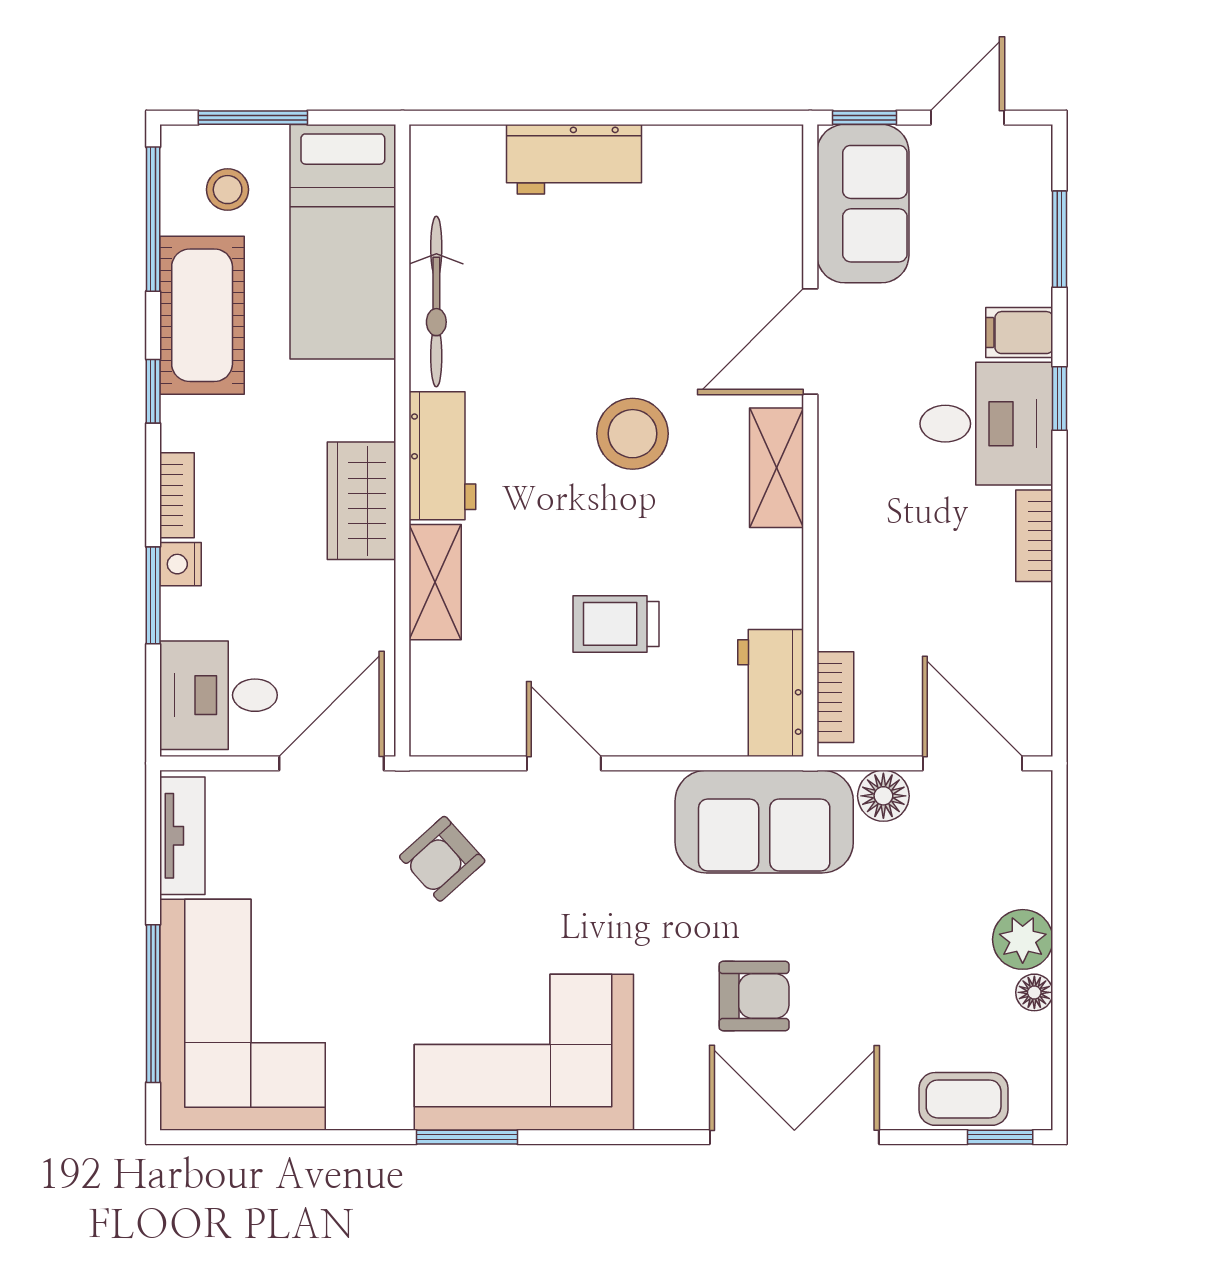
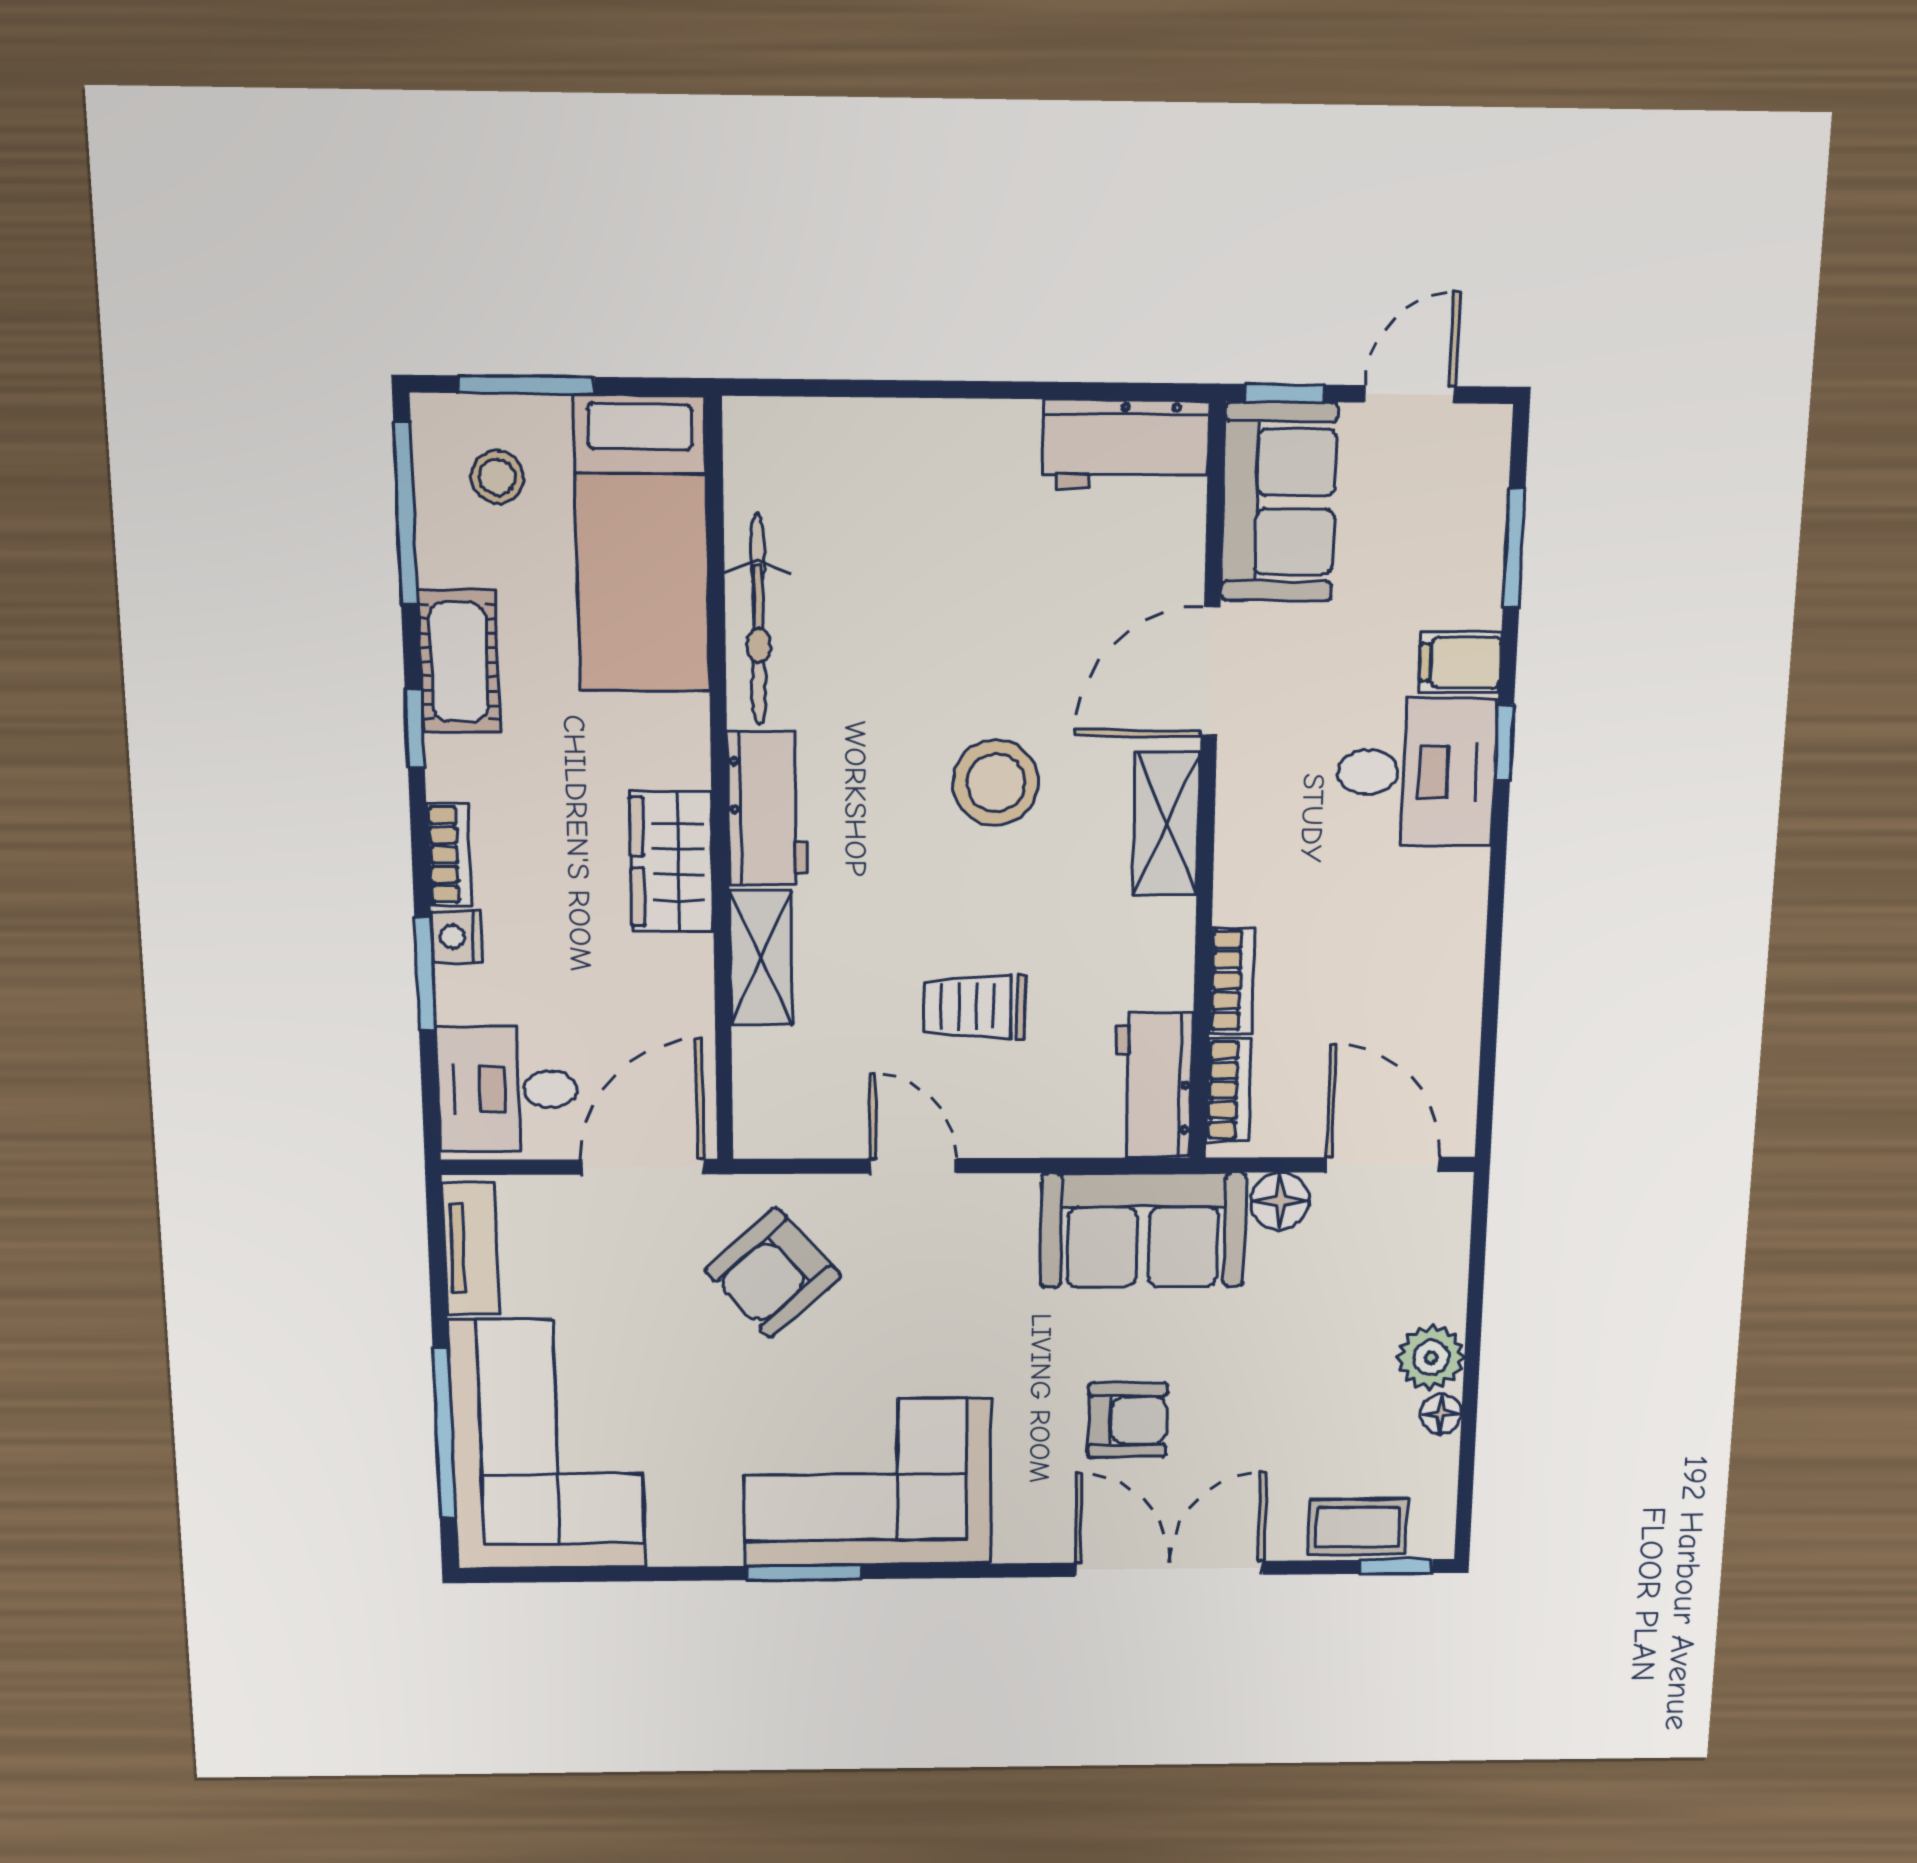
workbench: (574, 159) -> (1126, 444), moved
cot: (202, 315) -> (459, 662), width x0.73, depth x0.75
bookcase: (1034, 536) -> (1232, 981), moved, turned 180
armchair: (442, 859) -> (773, 1273), width x1.38, depth x1.38

